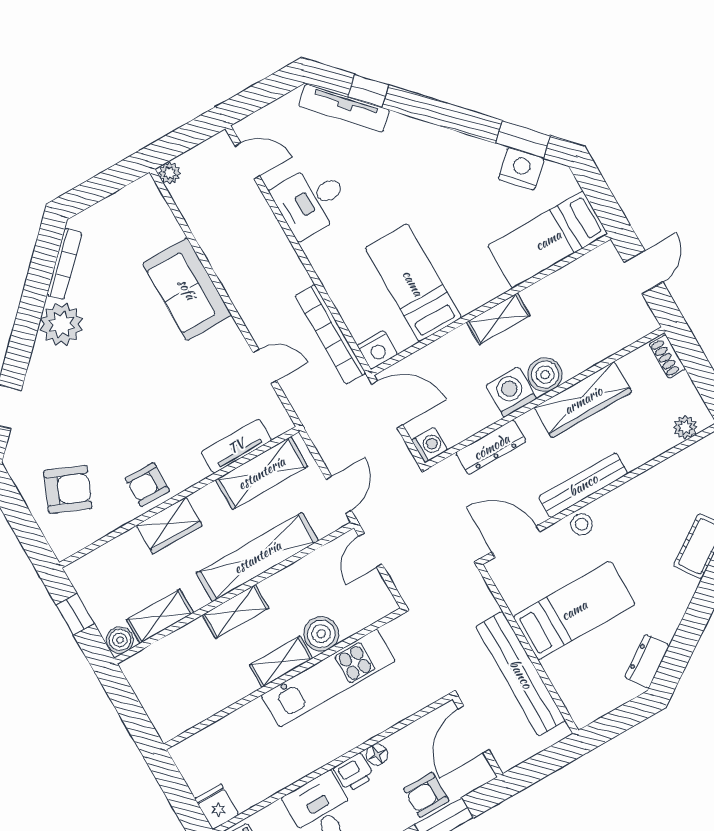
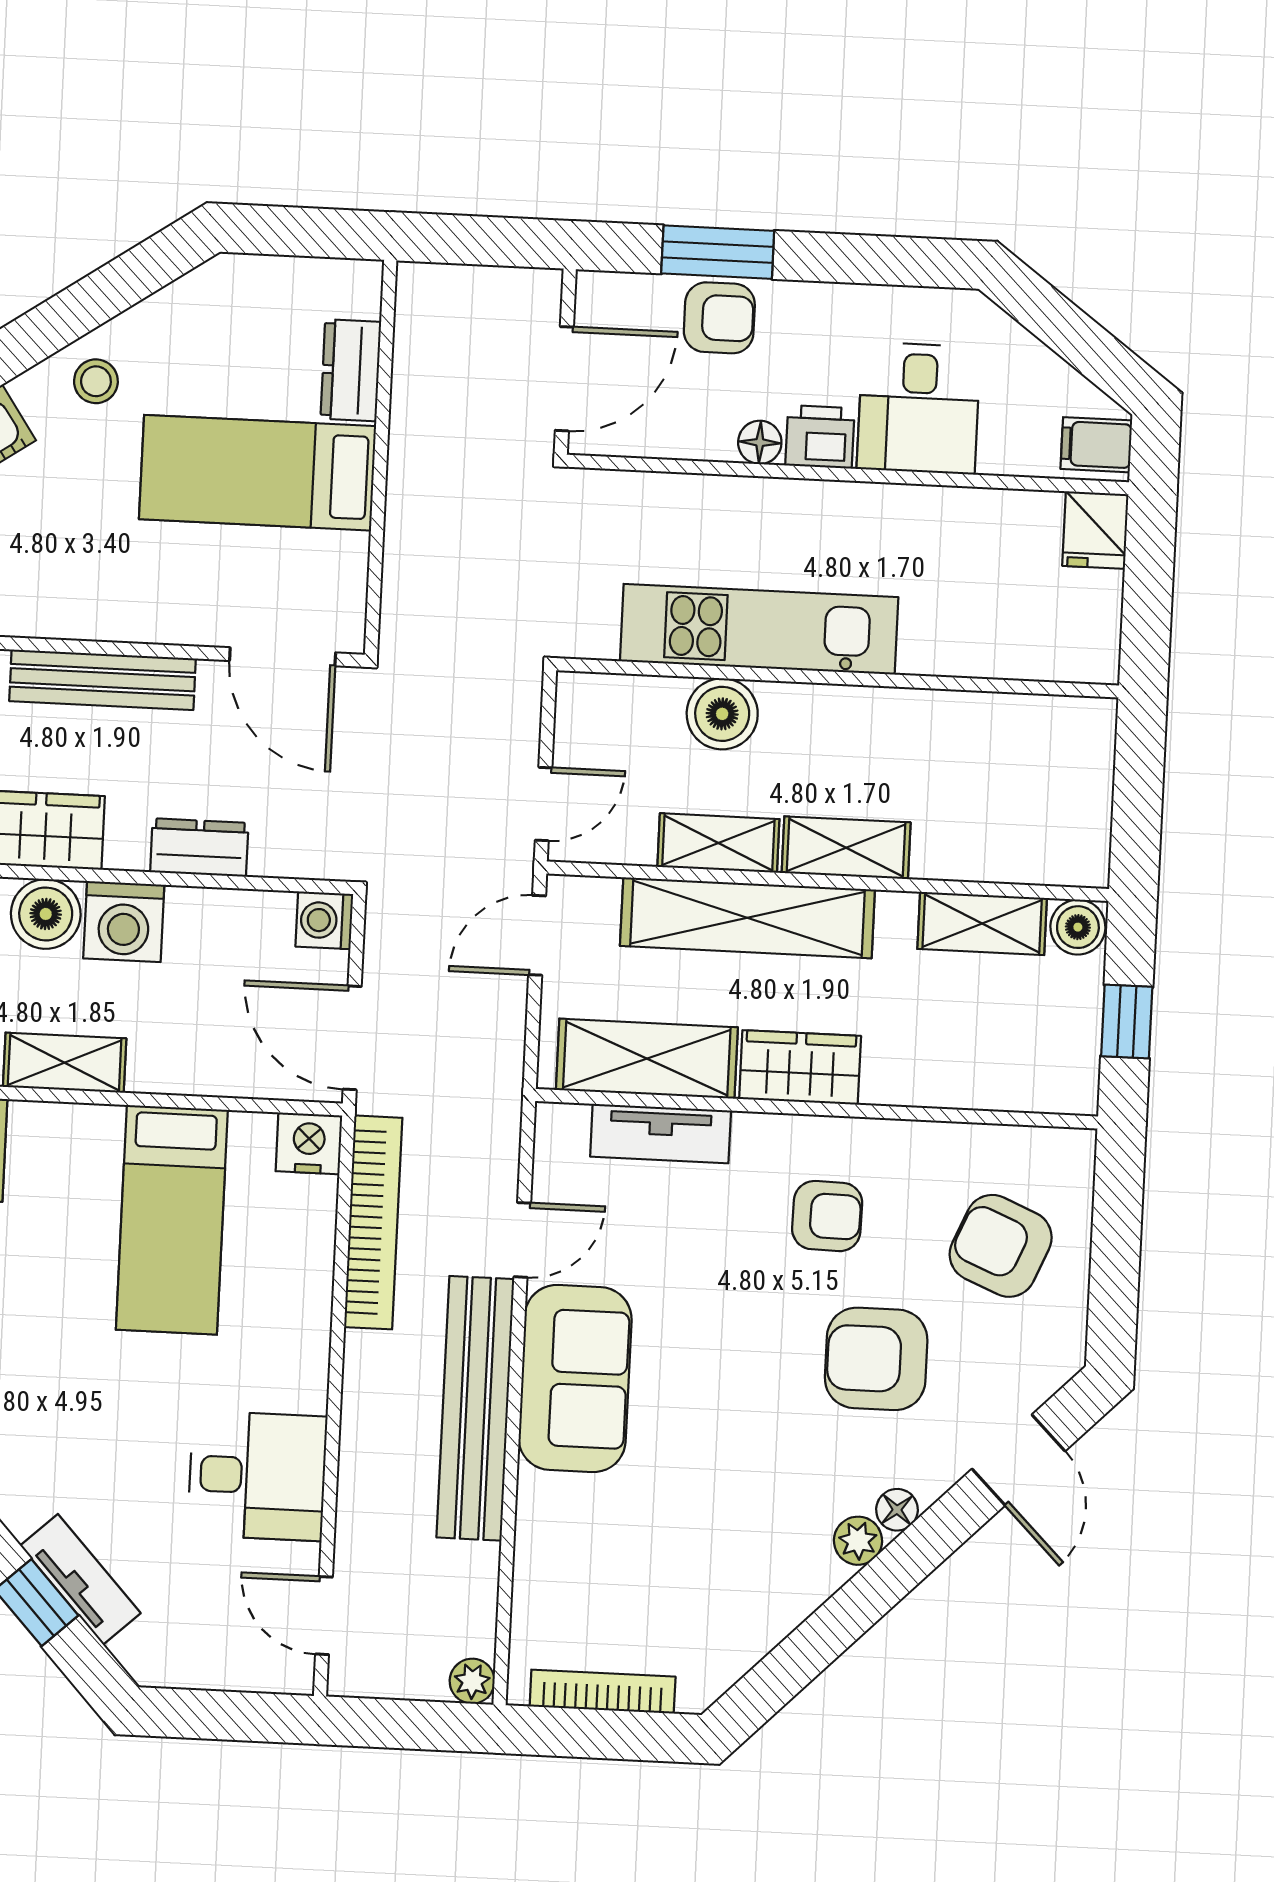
tv unit: (344, 108) -> (80, 1579), width x0.71
bookcase: (64, 264) -> (603, 1692), moved, turned 45
sofa: (187, 289) -> (575, 1379), moved
plant: (61, 324) -> (858, 1541), width x0.53, depth x0.53
floor lamp: (41, 354) -> (897, 1510), added
door: (265, 366) -> (522, 1240), swing flipped
armchair: (89, 411) -> (876, 1359), added
dresser: (491, 447) -> (199, 848), width x0.70
armchair: (147, 485) -> (827, 1216), moved
stool: (582, 524) -> (96, 381), moved
wardrobe: (169, 525) -> (800, 1067), moved
dresser: (647, 661) -> (351, 370), moved, turned 124
shelving: (281, 662) -> (718, 843), moved
bench: (521, 674) -> (475, 1408), moved

